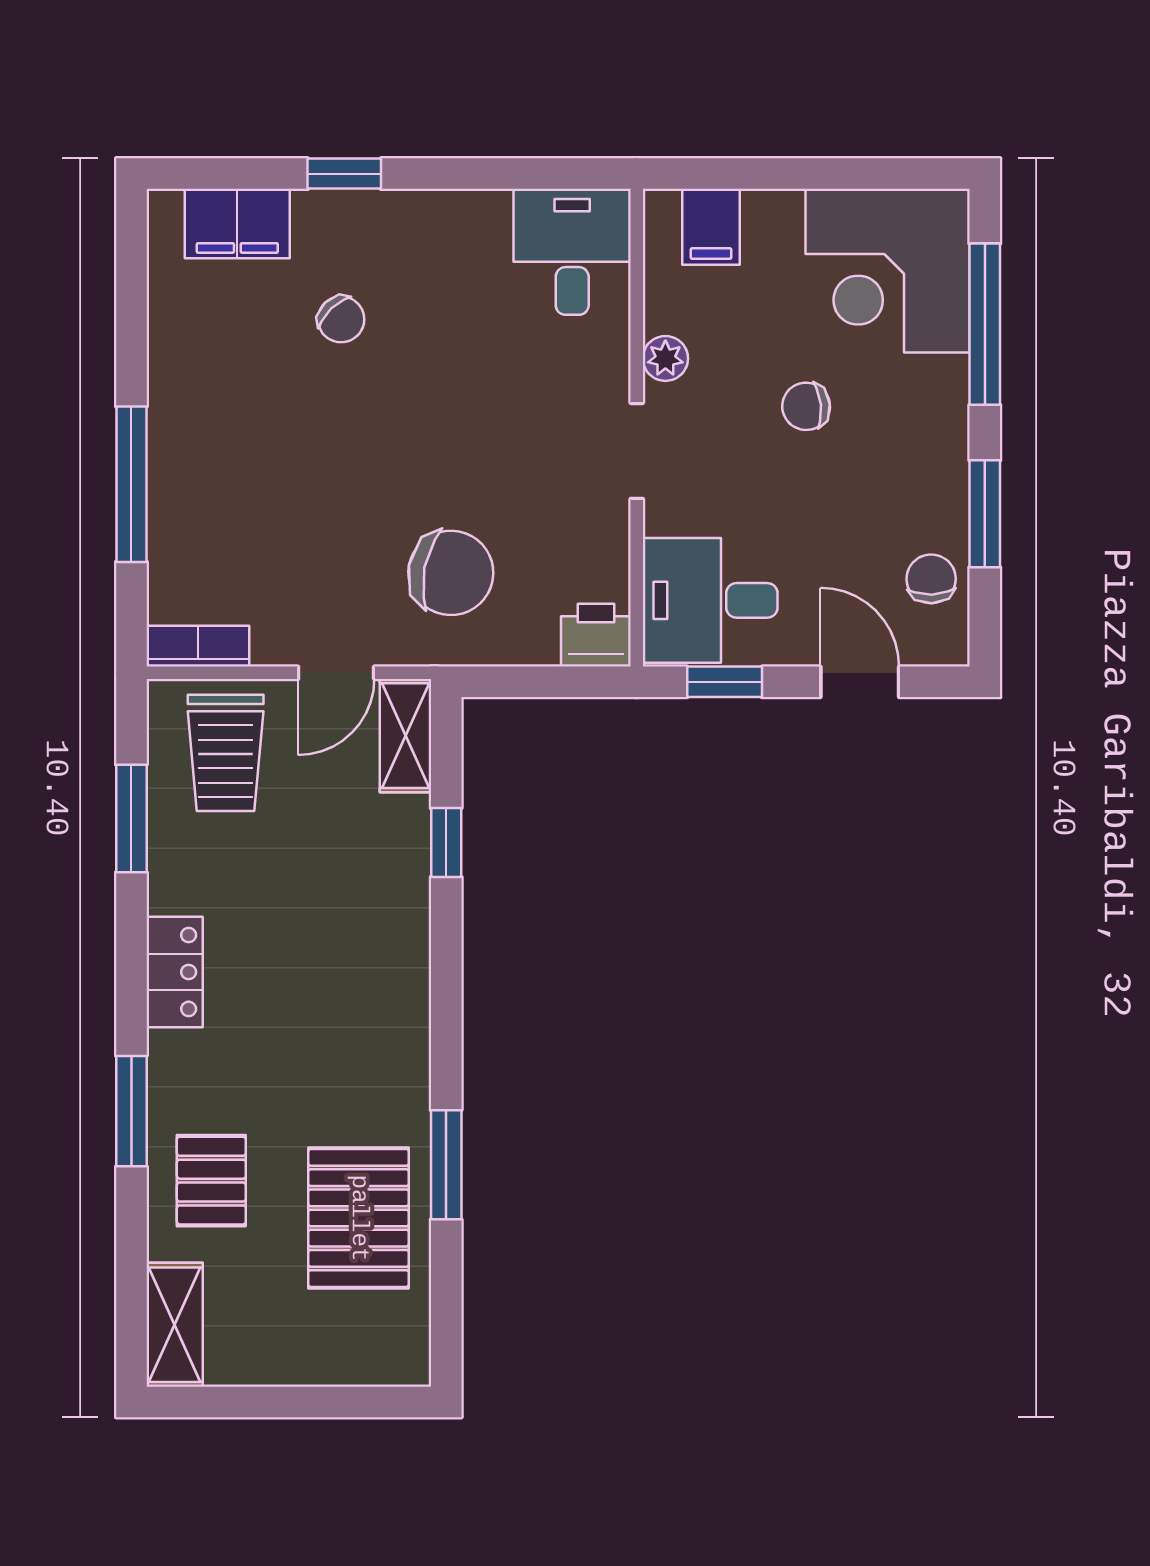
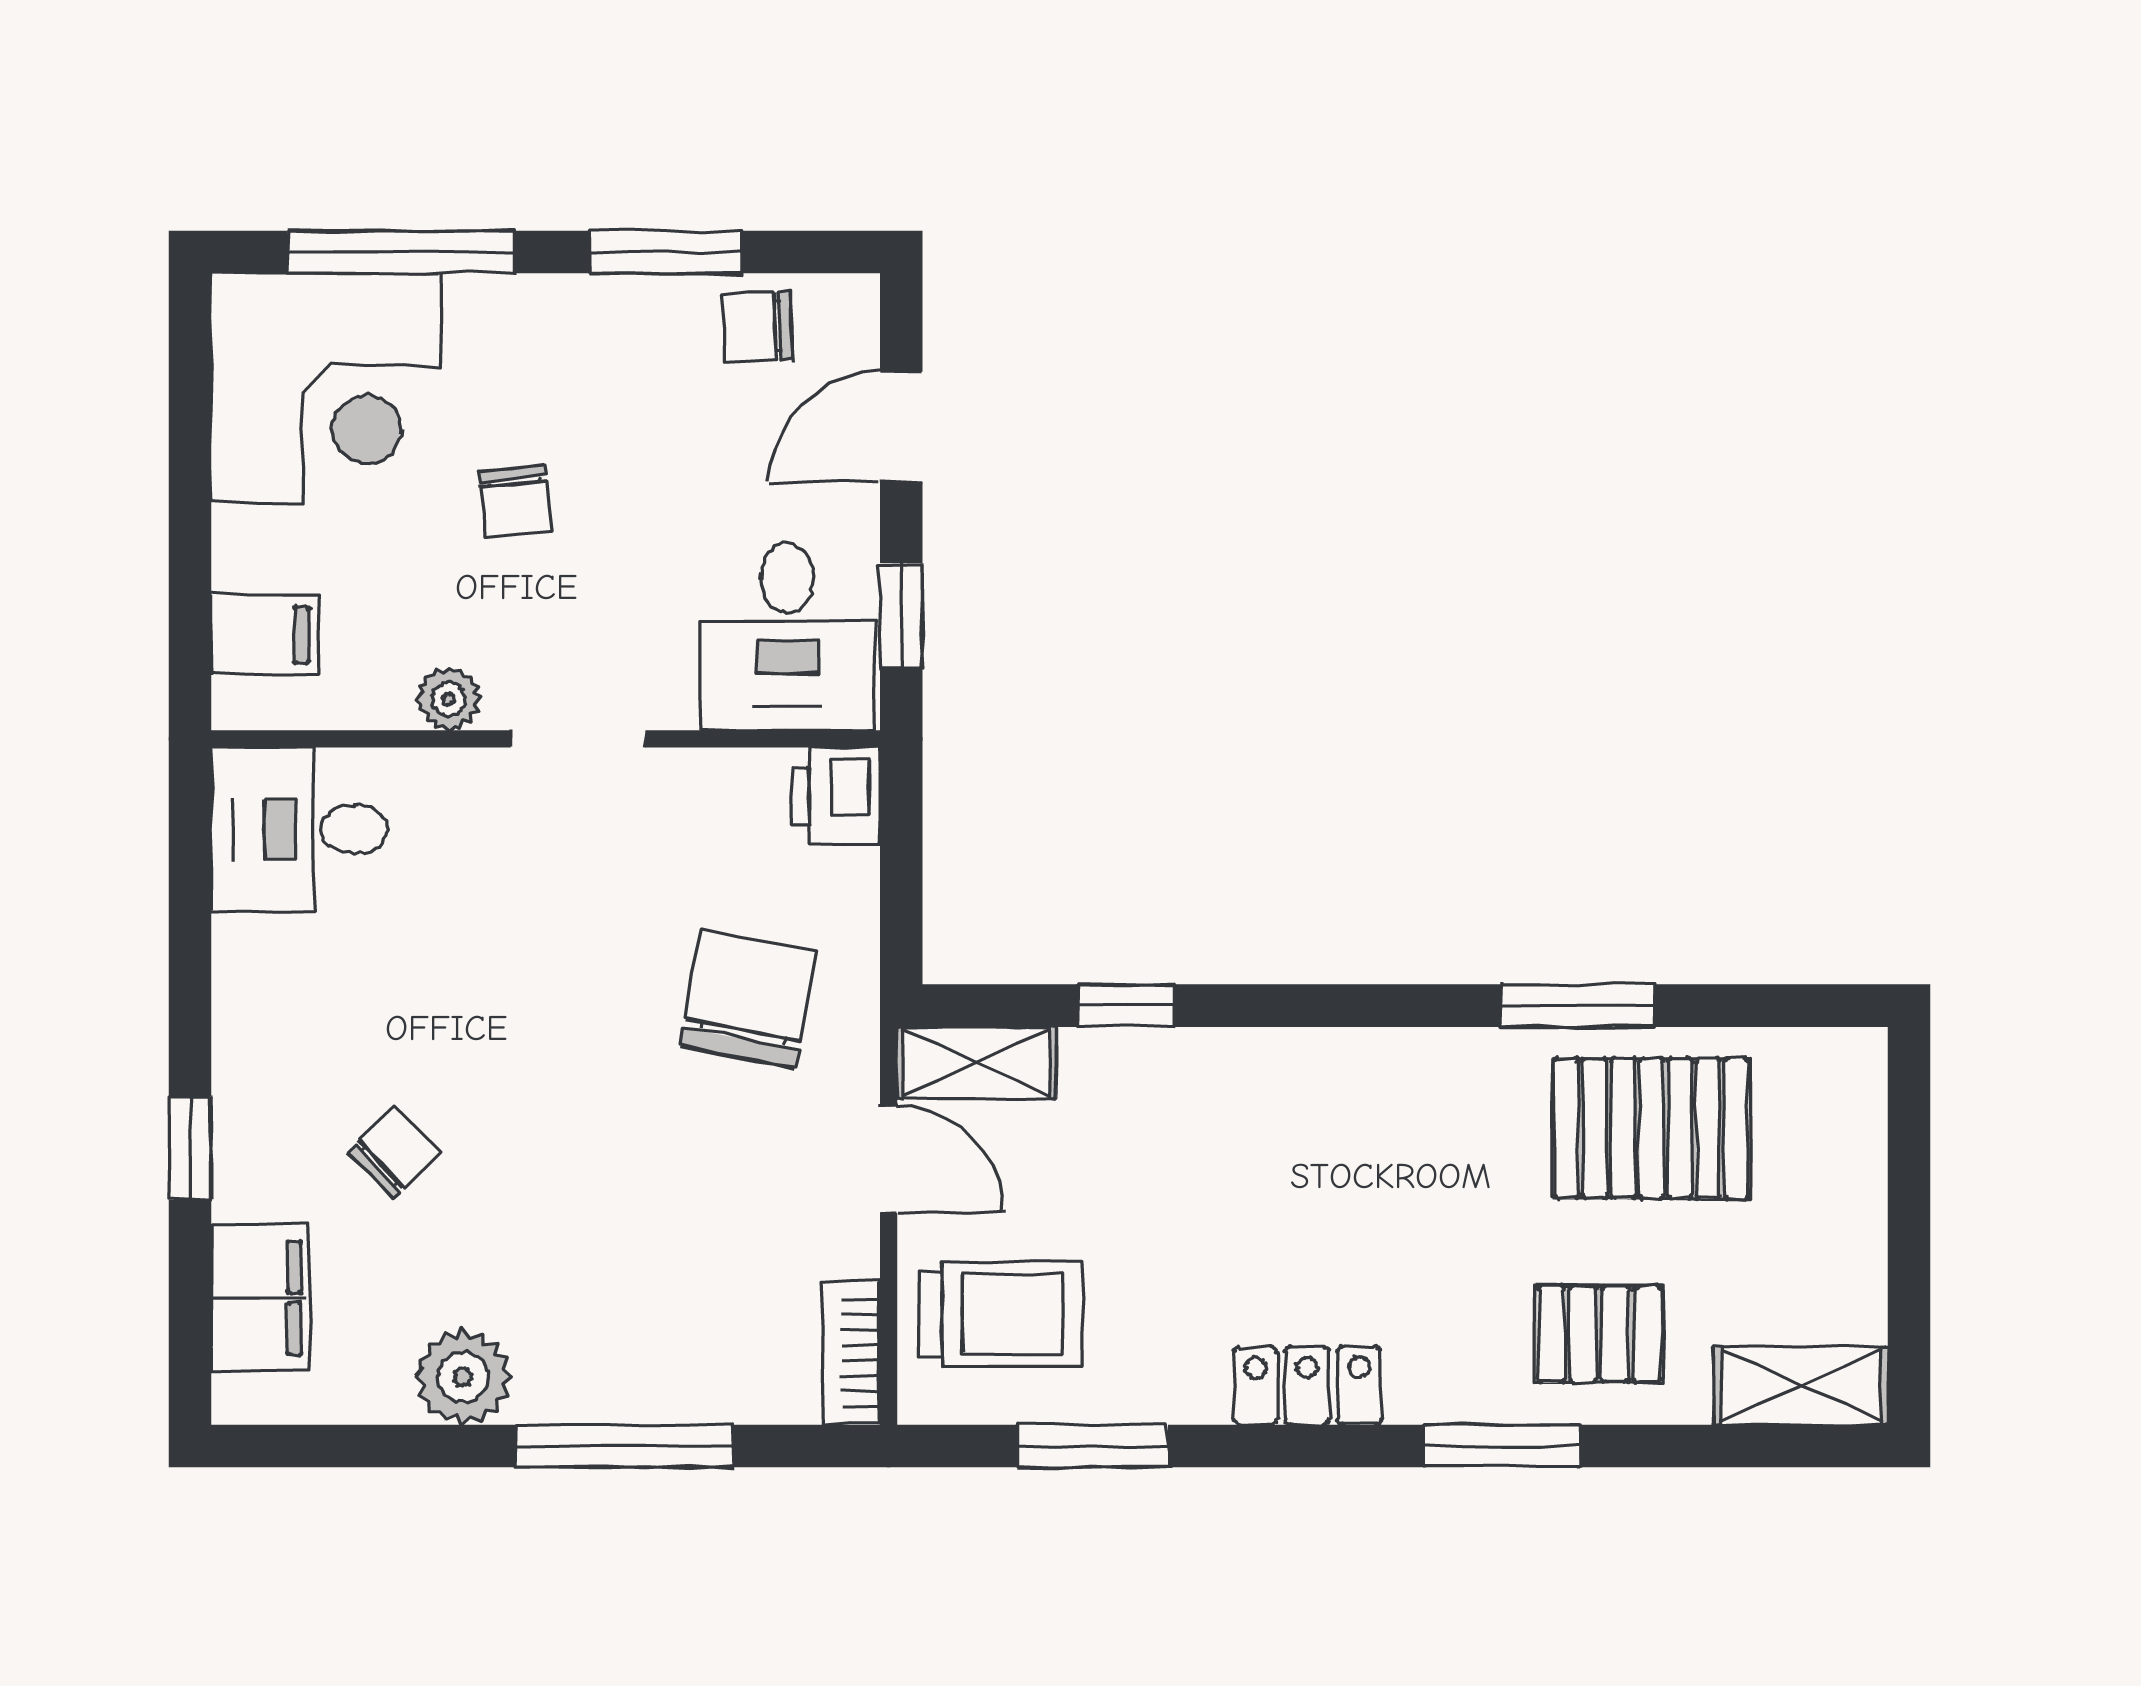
plant: (181, 369) -> (463, 1377), added

